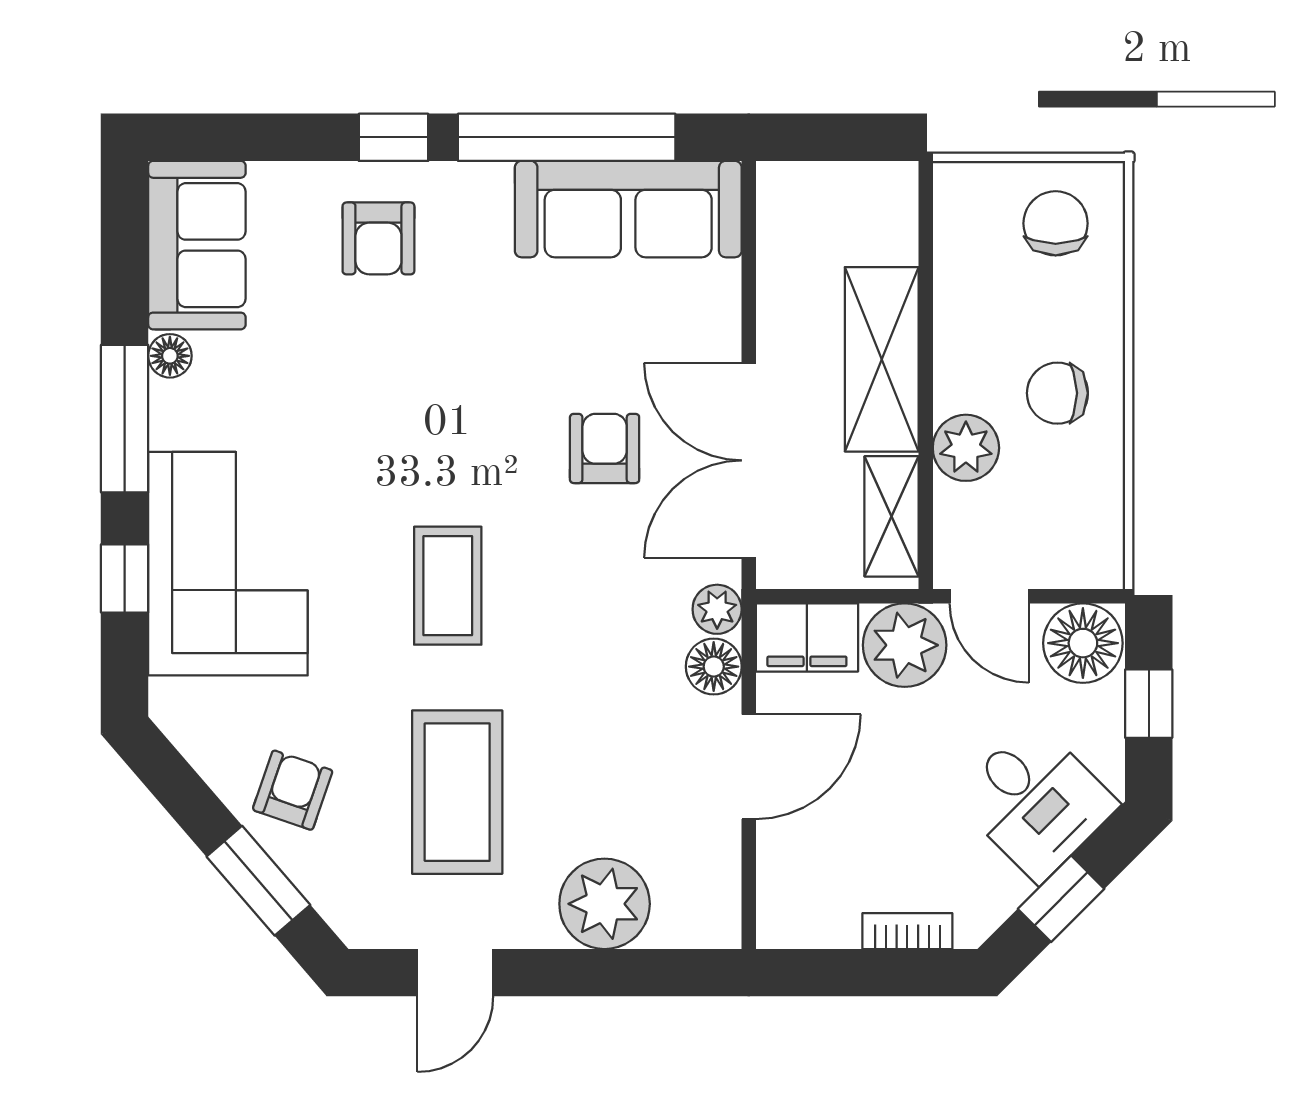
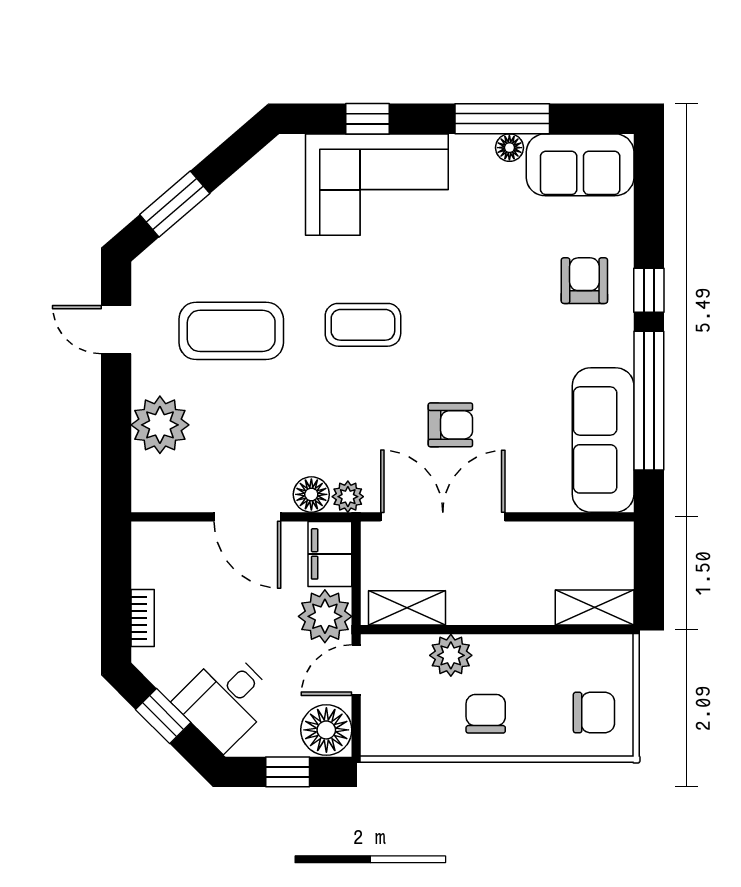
armchair: (378, 238) -> (584, 281), turned 90
shelving: (882, 359) -> (595, 608), moved, width x0.67, depth x0.75
window: (125, 419) -> (502, 119), moved
armchair: (293, 790) -> (232, 226), removed

